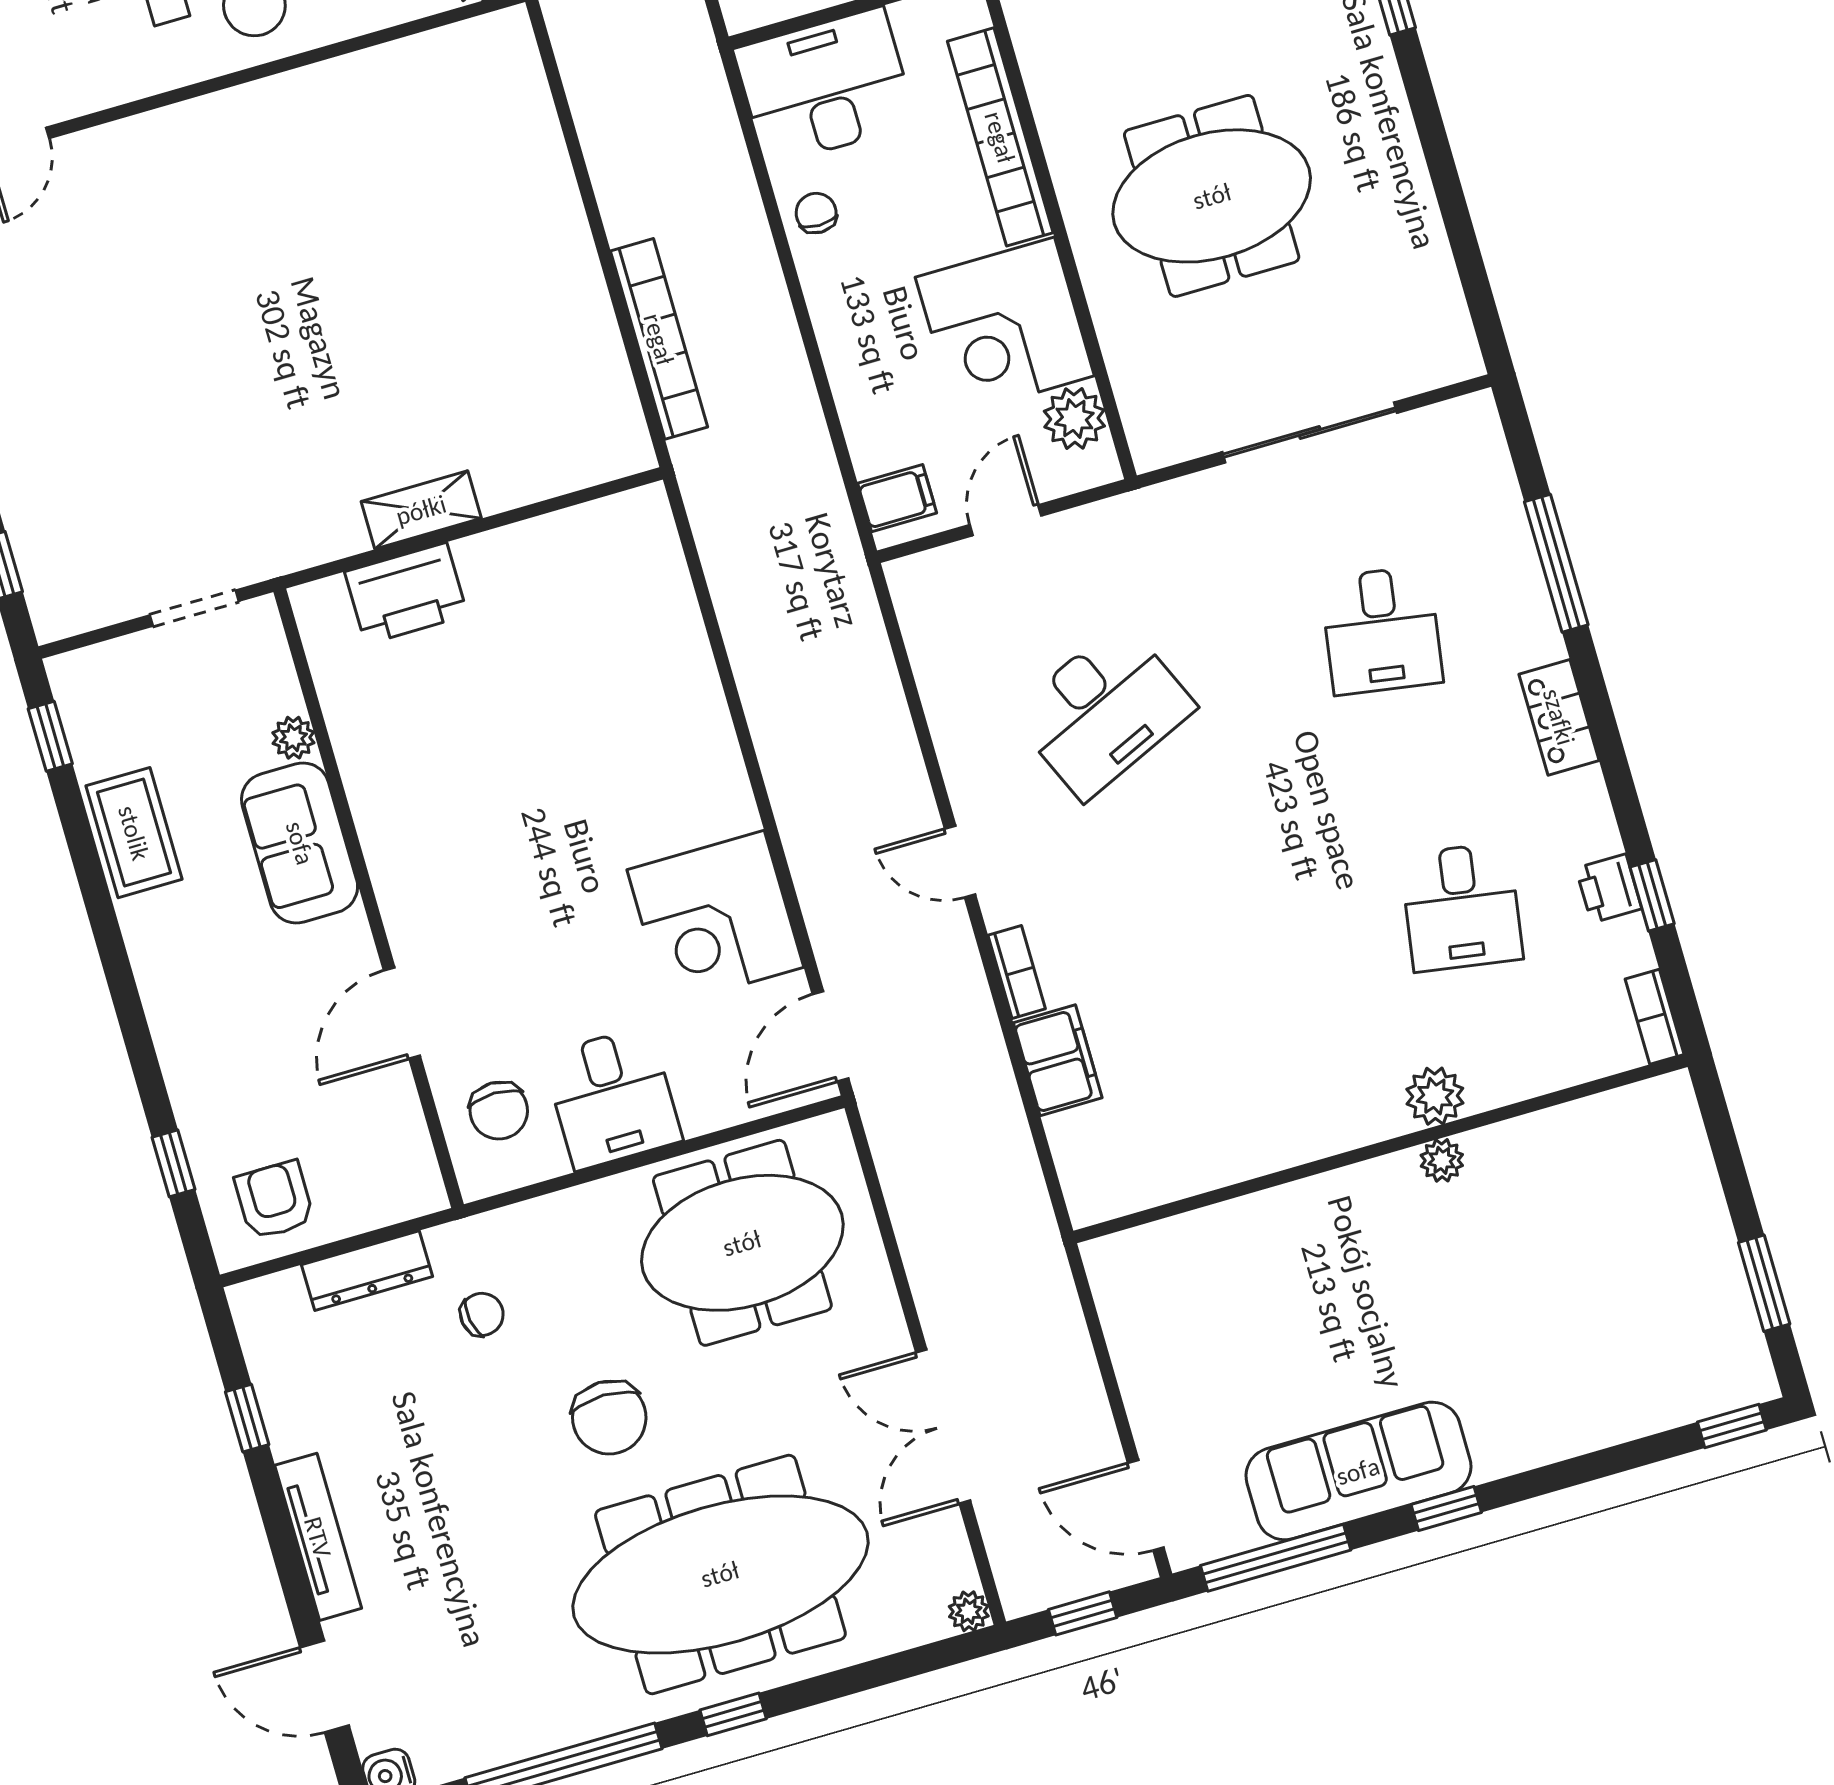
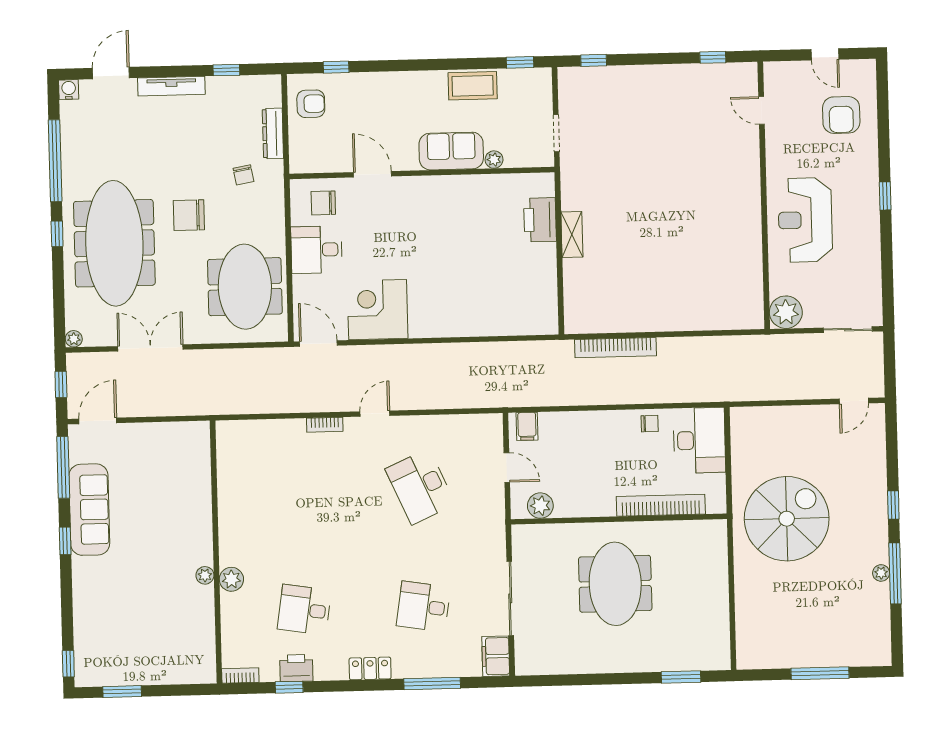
corner desk: (1005, 327) -> (584, 487), removed
printer: (1609, 888) -> (296, 668), width x1.36, depth x1.24
filing cabinet: (1058, 1060) -> (496, 656), moved, turned 90

